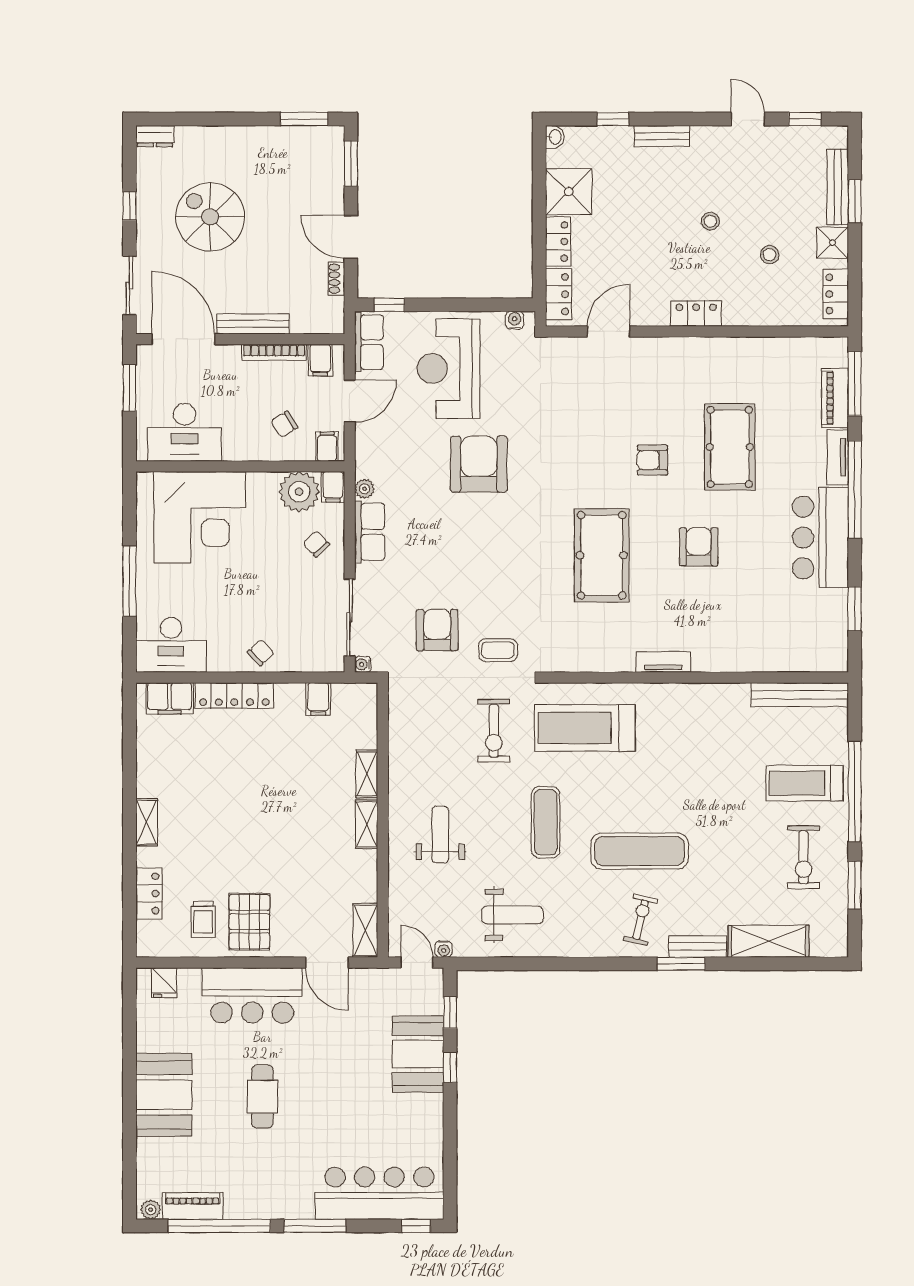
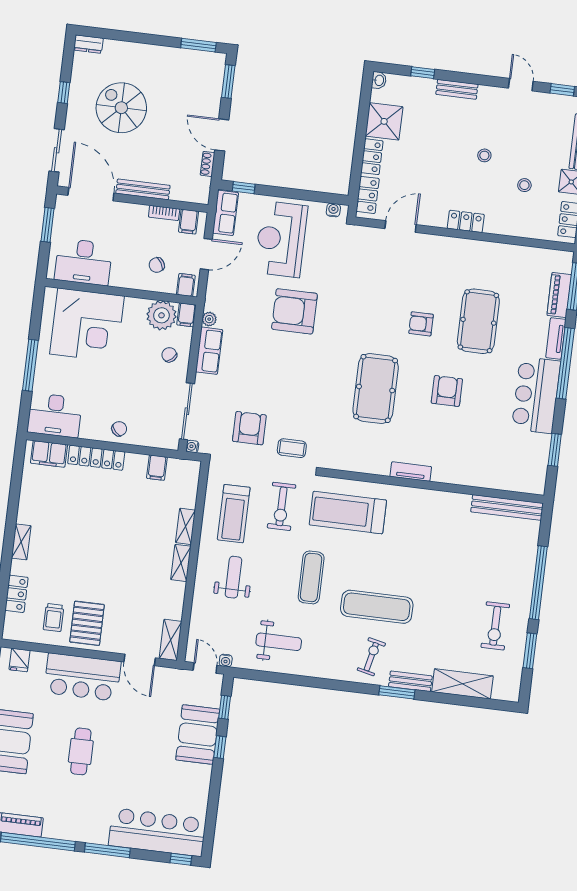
bookcase: (274, 352) -> (164, 213), width x0.64
armchair: (479, 464) -> (294, 311), turned -90
treadmill: (805, 783) -> (234, 514), moved, turned -90

